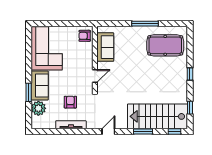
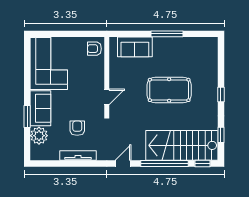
pool table: (165, 45) -> (169, 90), moved
sofa: (105, 47) -> (135, 47), moved, turned 90
window: (143, 131) -> (164, 164), width x2.11

